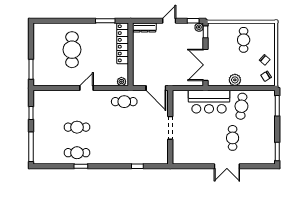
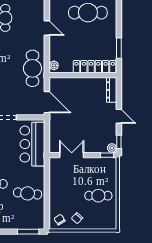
double door: (205, 65) -> (72, 155), width x0.73
plant: (235, 80) -> (56, 186), removed
door: (156, 88) -> (47, 102), swing flipped
cafe table: (124, 102) -> (32, 68), width x1.37, depth x1.35
bar counter: (209, 102) -> (32, 144), moved

